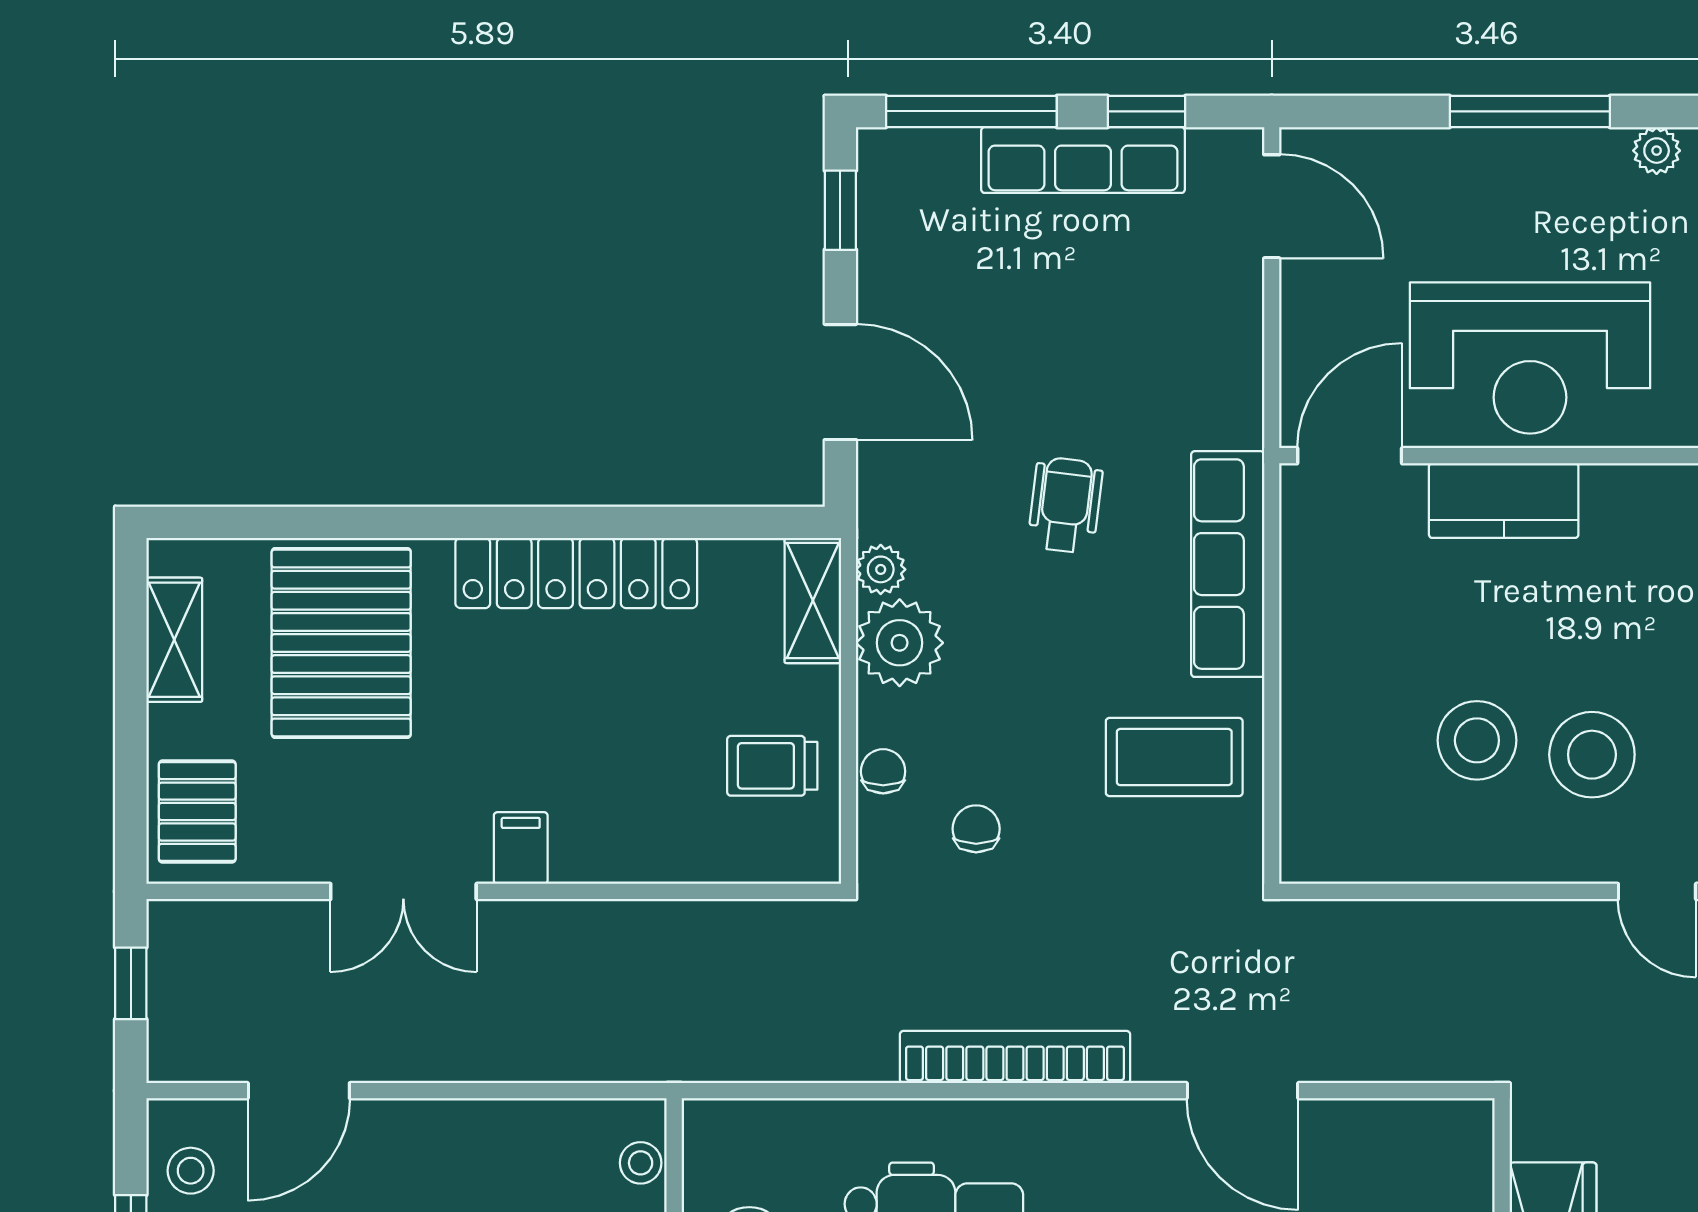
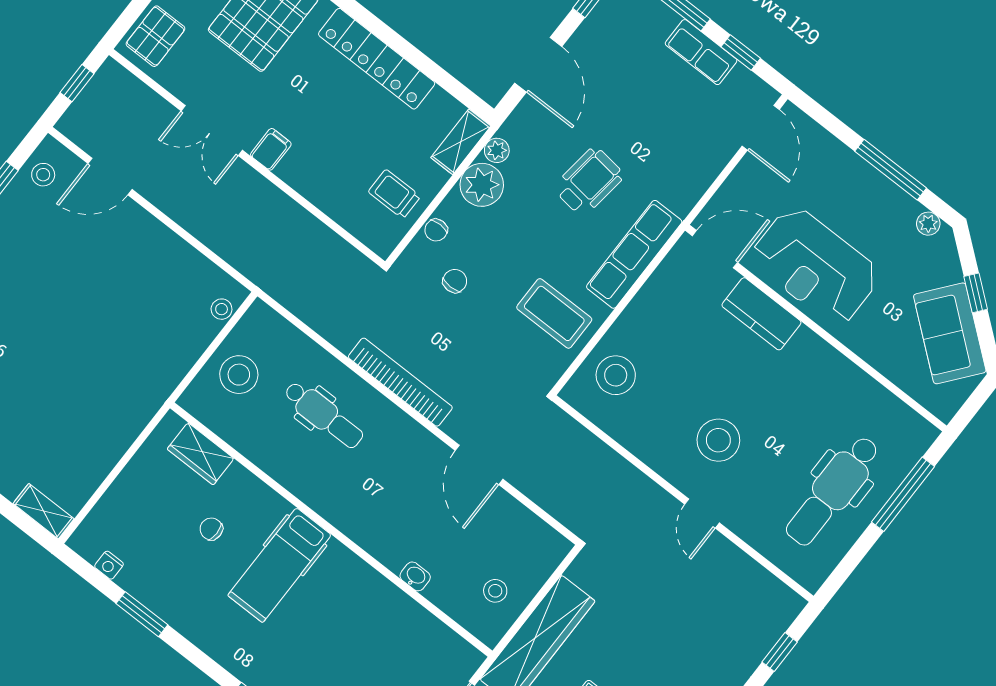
row of seats: (1083, 160) -> (701, 52), width x0.68
wheelchair: (1065, 505) -> (589, 182), width x1.36, depth x1.37
stool: (1477, 740) -> (616, 375), moved
chair: (883, 771) -> (436, 230), turned 180

